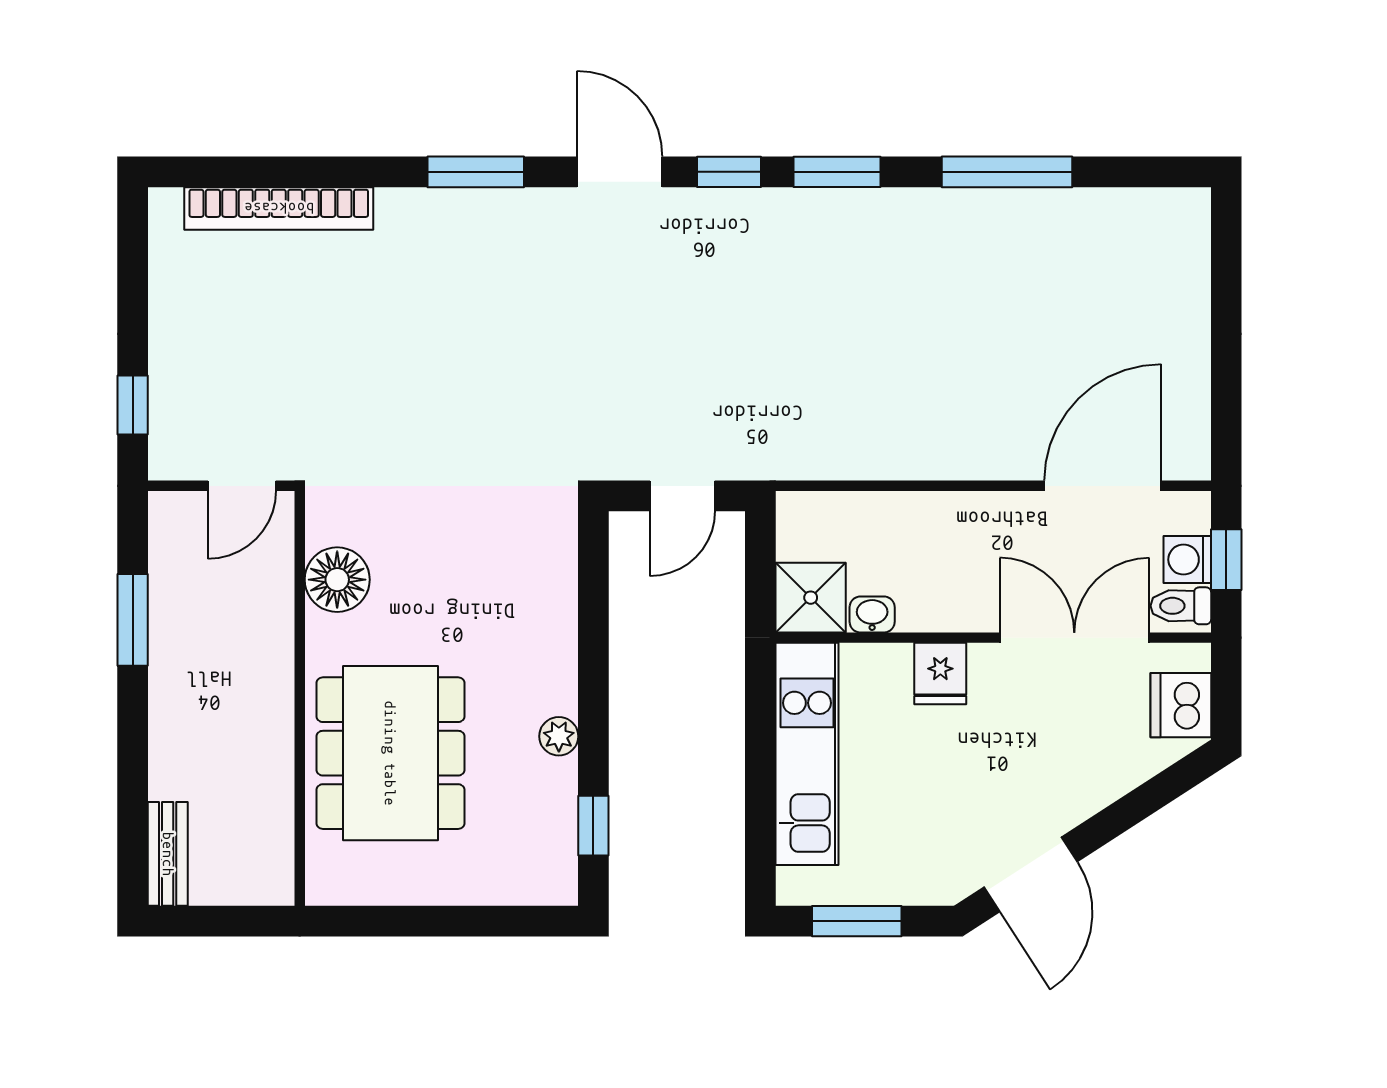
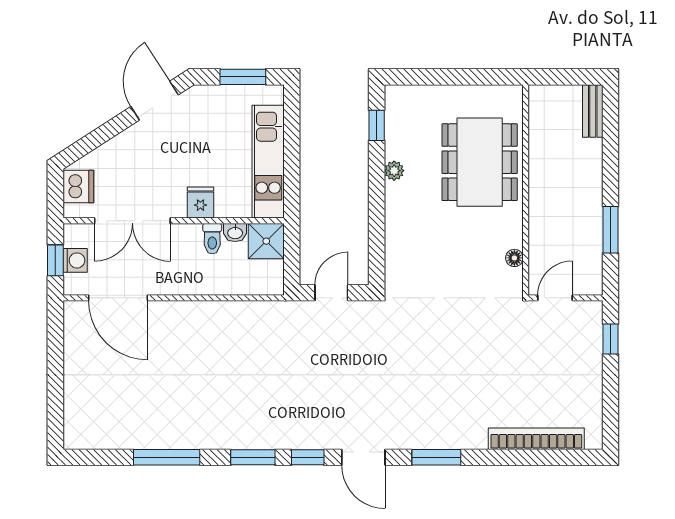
door: (1103, 486) -> (118, 298), hinge flipped
floor lamp: (337, 580) -> (514, 258), width x0.53, depth x0.53
toilet: (1181, 606) -> (212, 239), moved, turned 90

